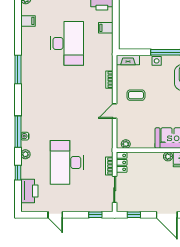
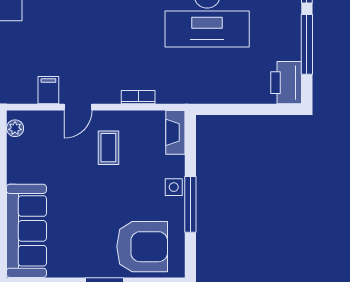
filing cabinet: (106, 28) -> (48, 90), moved
door: (115, 111) -> (78, 107), swing flipped

